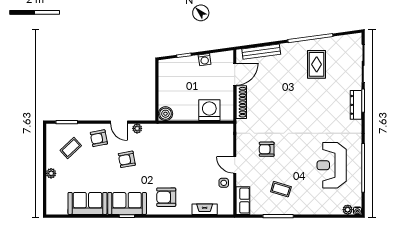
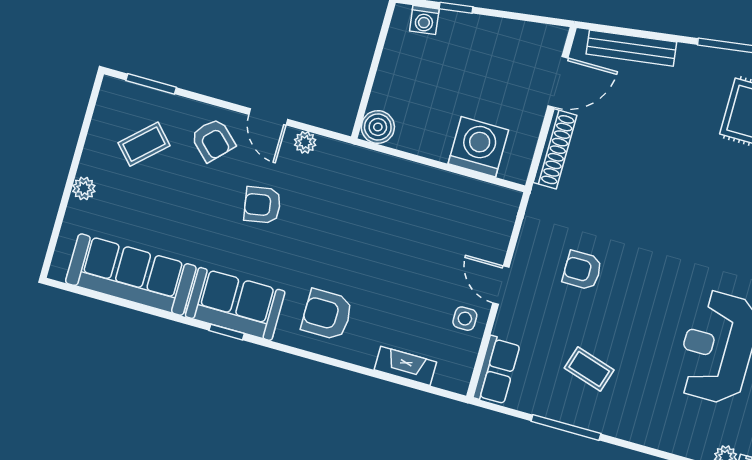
washing machine: (205, 60) -> (424, 20), moved
armchair: (99, 138) -> (213, 140), turned -125
sofa: (87, 203) -> (131, 275), width x1.36

